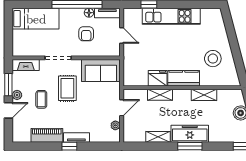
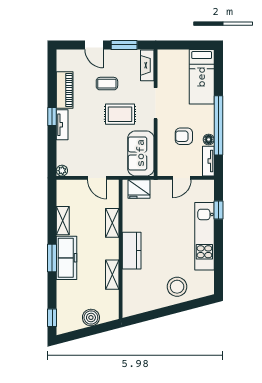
stool: (213, 59) -> (177, 287), moved
fridge: (158, 78) -> (139, 189), moved, turned 90
plant: (17, 95) -> (112, 55), removed
plant: (115, 125) -> (62, 171), moved

